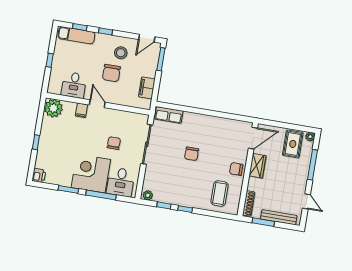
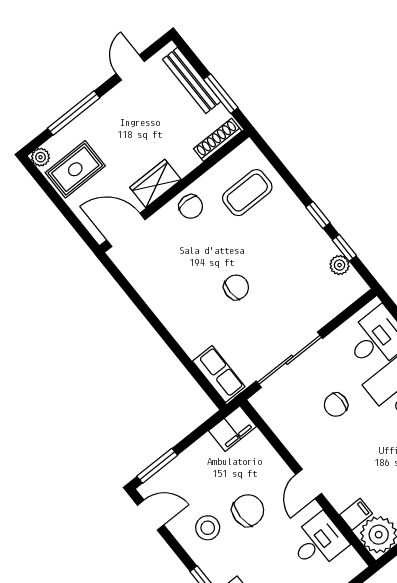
filing cabinet: (147, 88) -> (232, 429), moved
filing cabinet: (81, 110) -> (356, 514), moved
plant: (148, 195) -> (340, 265), moved

